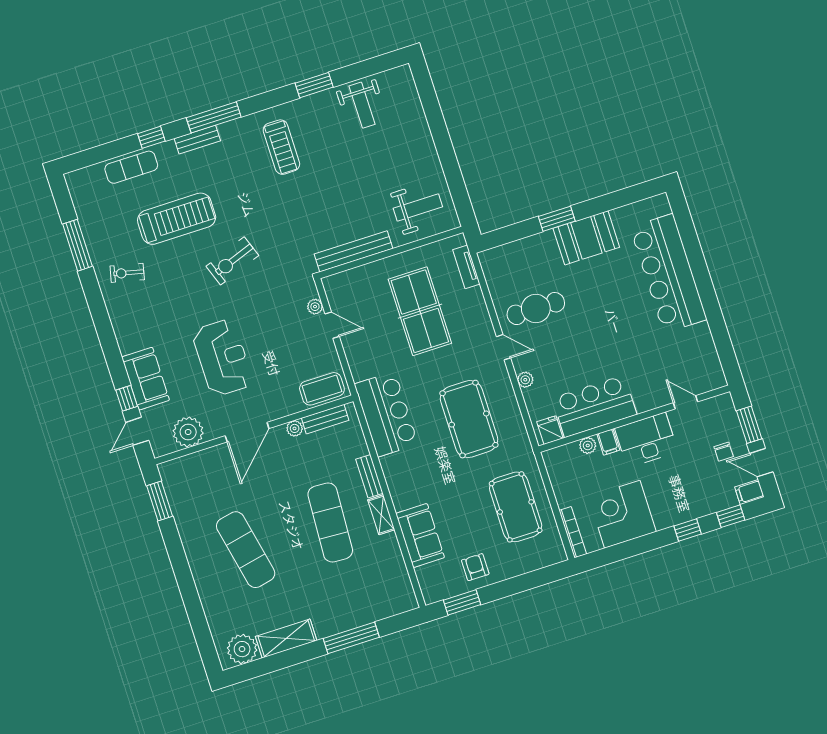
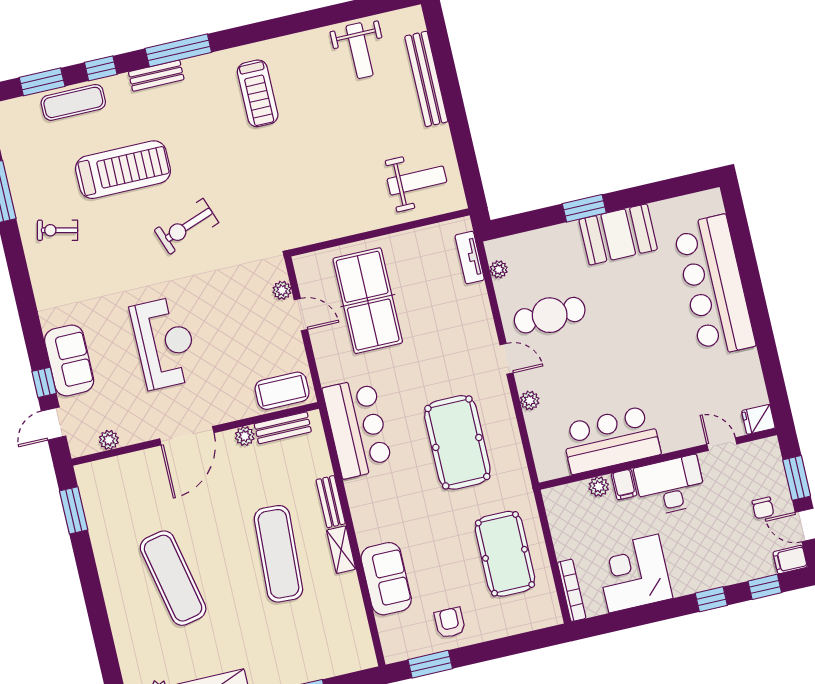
window: (314, 85) -> (42, 82), moved
bench: (354, 251) -> (426, 79), moved, turned 90
plant: (491, 275) -> (499, 269), added
table tennis table: (420, 311) -> (368, 301), moved
fridge: (550, 430) -> (758, 419), moved, turned -90
plant: (188, 432) -> (109, 440), width x0.53, depth x0.53

